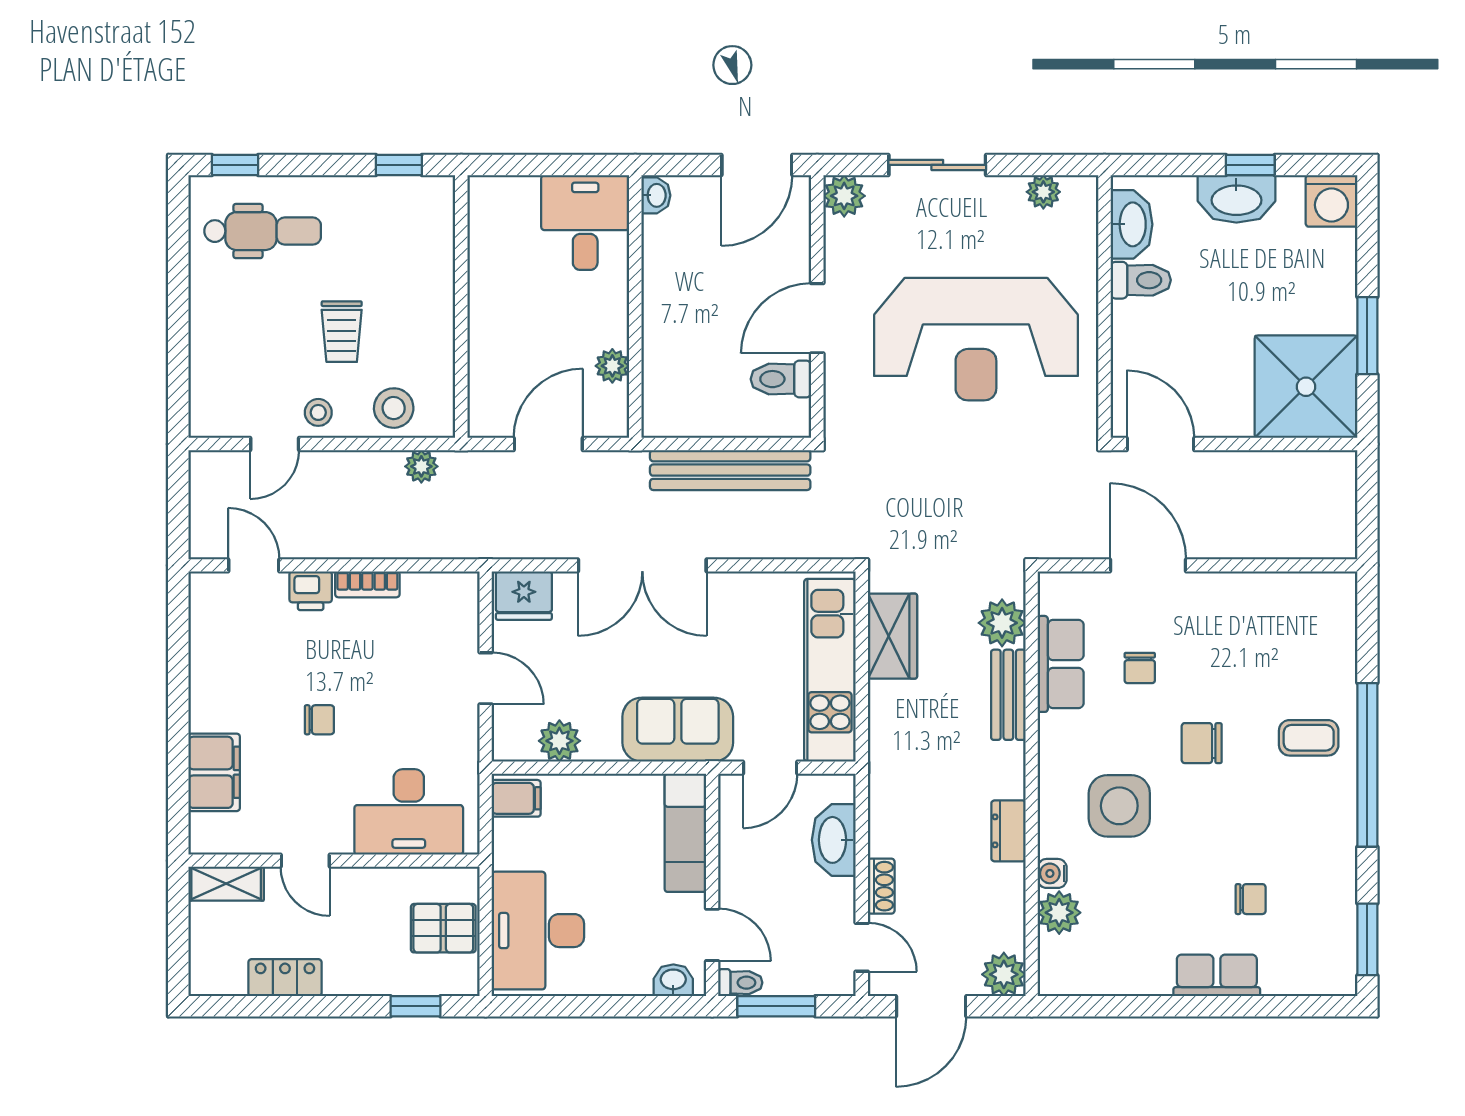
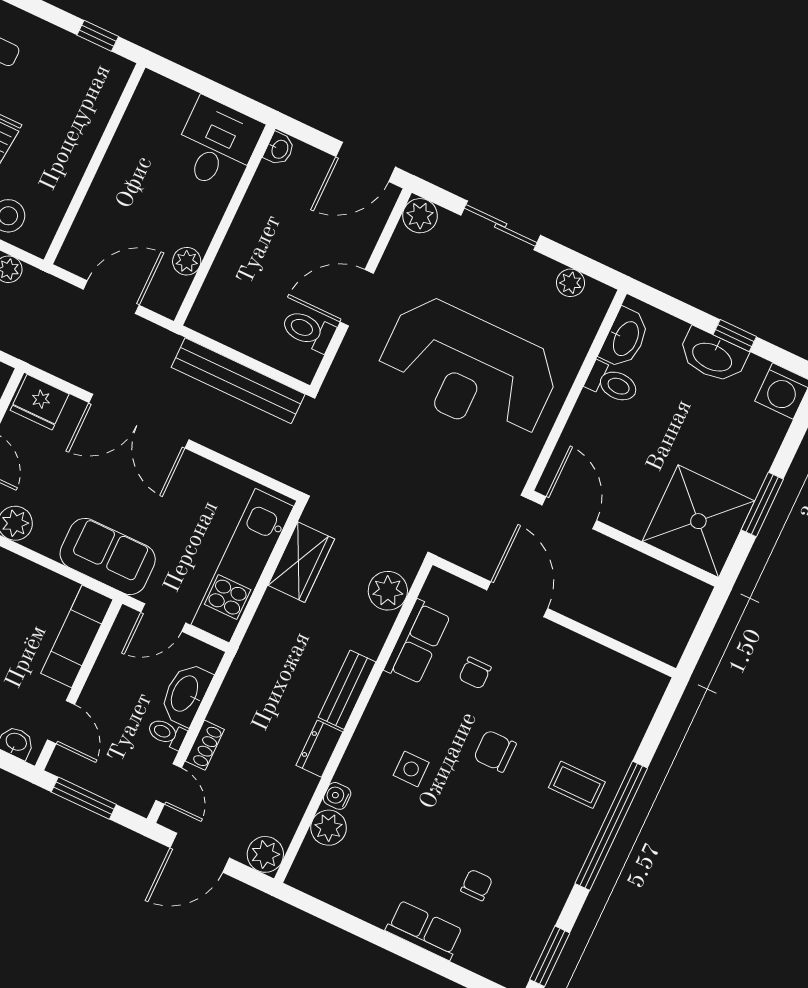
bench: (1008, 695) -> (347, 690), moved
side table: (1119, 806) -> (411, 769), width x0.54, depth x0.54
chair: (1251, 899) -> (477, 885), turned -90
toilet: (740, 983) -> (167, 733), moved, turned 180

